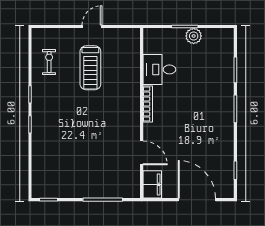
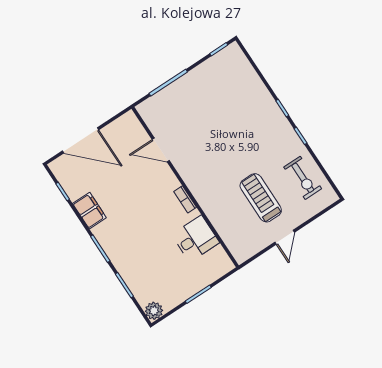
plant: (194, 36) -> (154, 311), moved
exercise bike: (49, 62) -> (303, 178), width x1.38, depth x1.39
bookcase: (148, 104) -> (185, 199), width x0.64
filing cabinet: (152, 184) -> (89, 211), moved, turned 180

